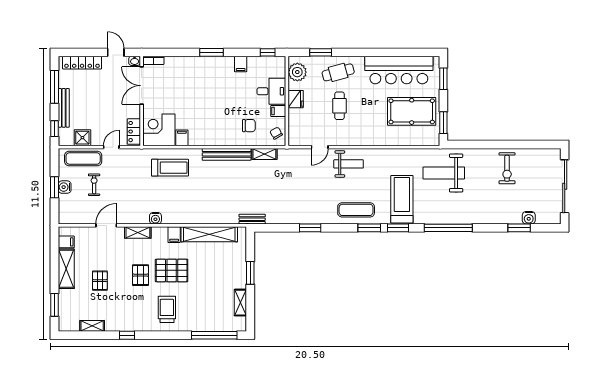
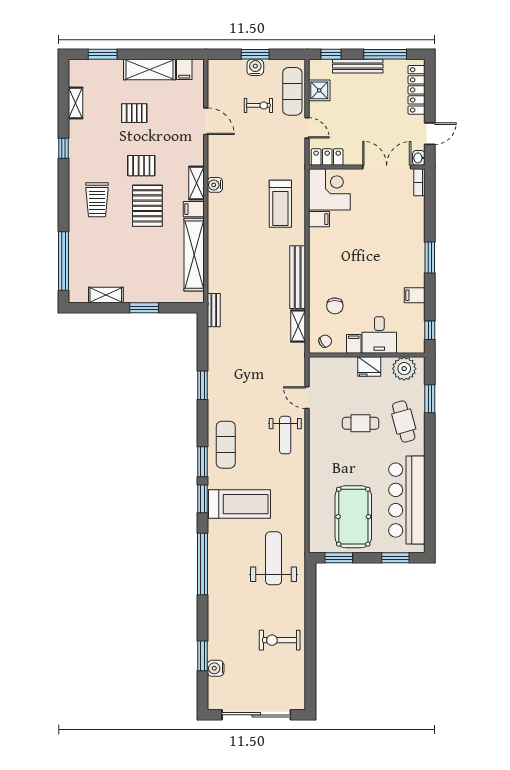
shelving: (138, 233) -> (196, 183), moved
trolley: (167, 309) -> (97, 200), turned 90

